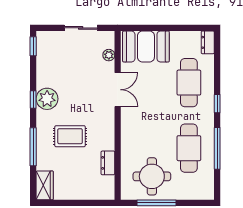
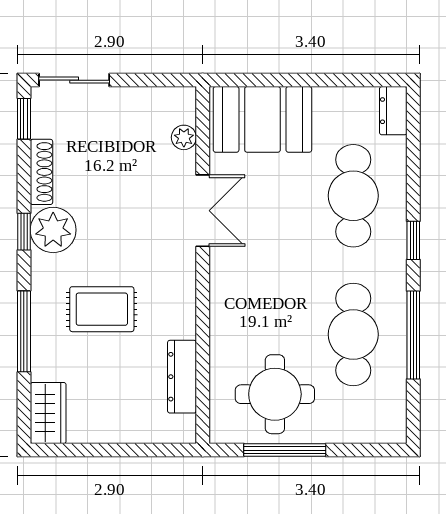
sliding door: (81, 28) -> (74, 80), moved
shoe rack: (42, 71) -> (41, 172), added
dresser: (108, 163) -> (182, 377), width x1.44

